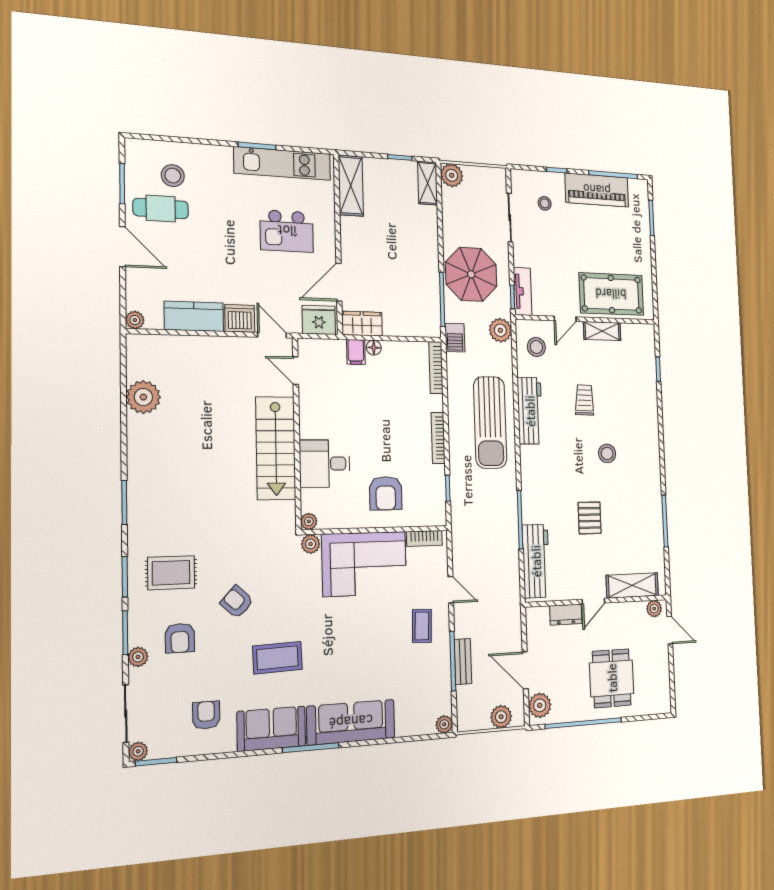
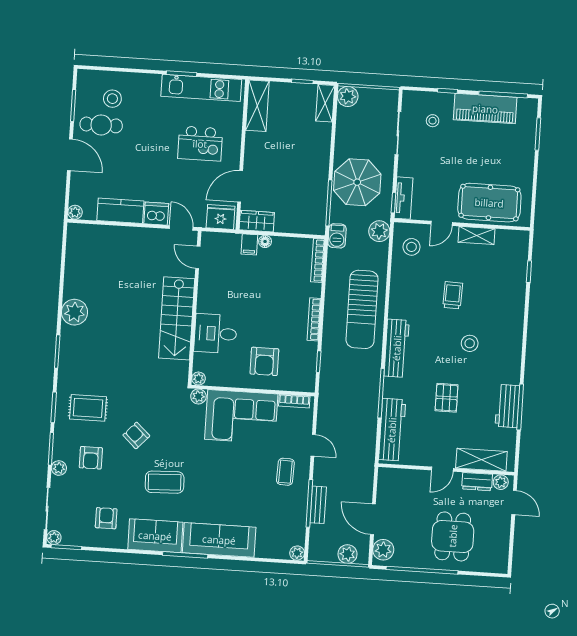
plant: (143, 397) -> (75, 312), moved
workbench: (530, 411) -> (397, 348), moved
workbench: (652, 521) -> (507, 406), added
dresser: (566, 615) -> (477, 482), moved

